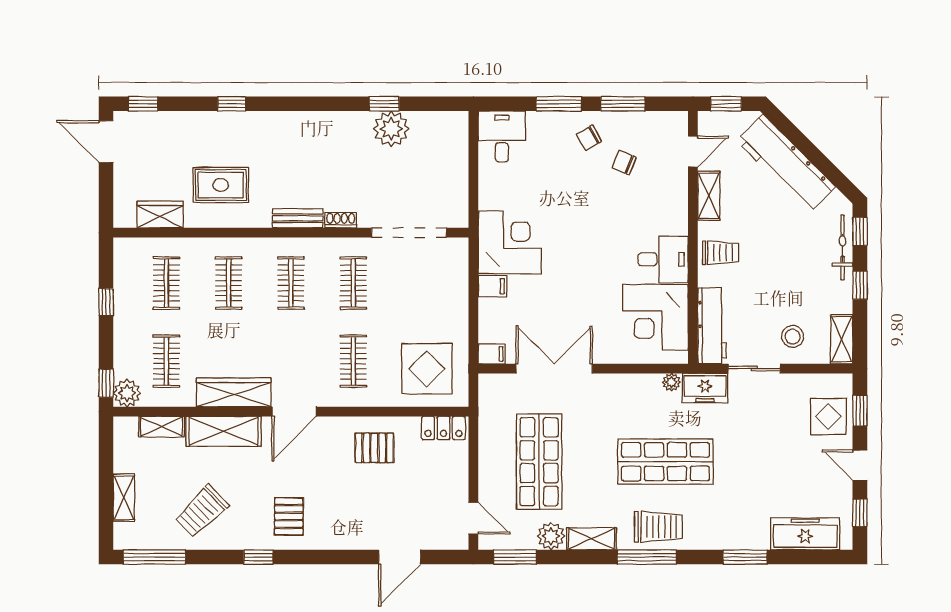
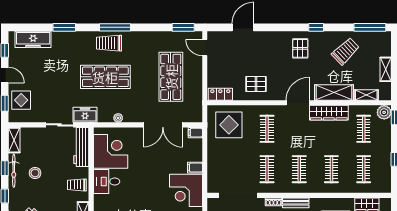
bicycle: (842, 247) -> (14, 171), moved
stool: (793, 337) -> (35, 173), moved
plant: (671, 382) -> (118, 118), moved
shelving: (124, 498) -> (386, 69), moved
plant: (551, 536) -> (165, 38), removed
shelving: (591, 539) -> (144, 37), removed

